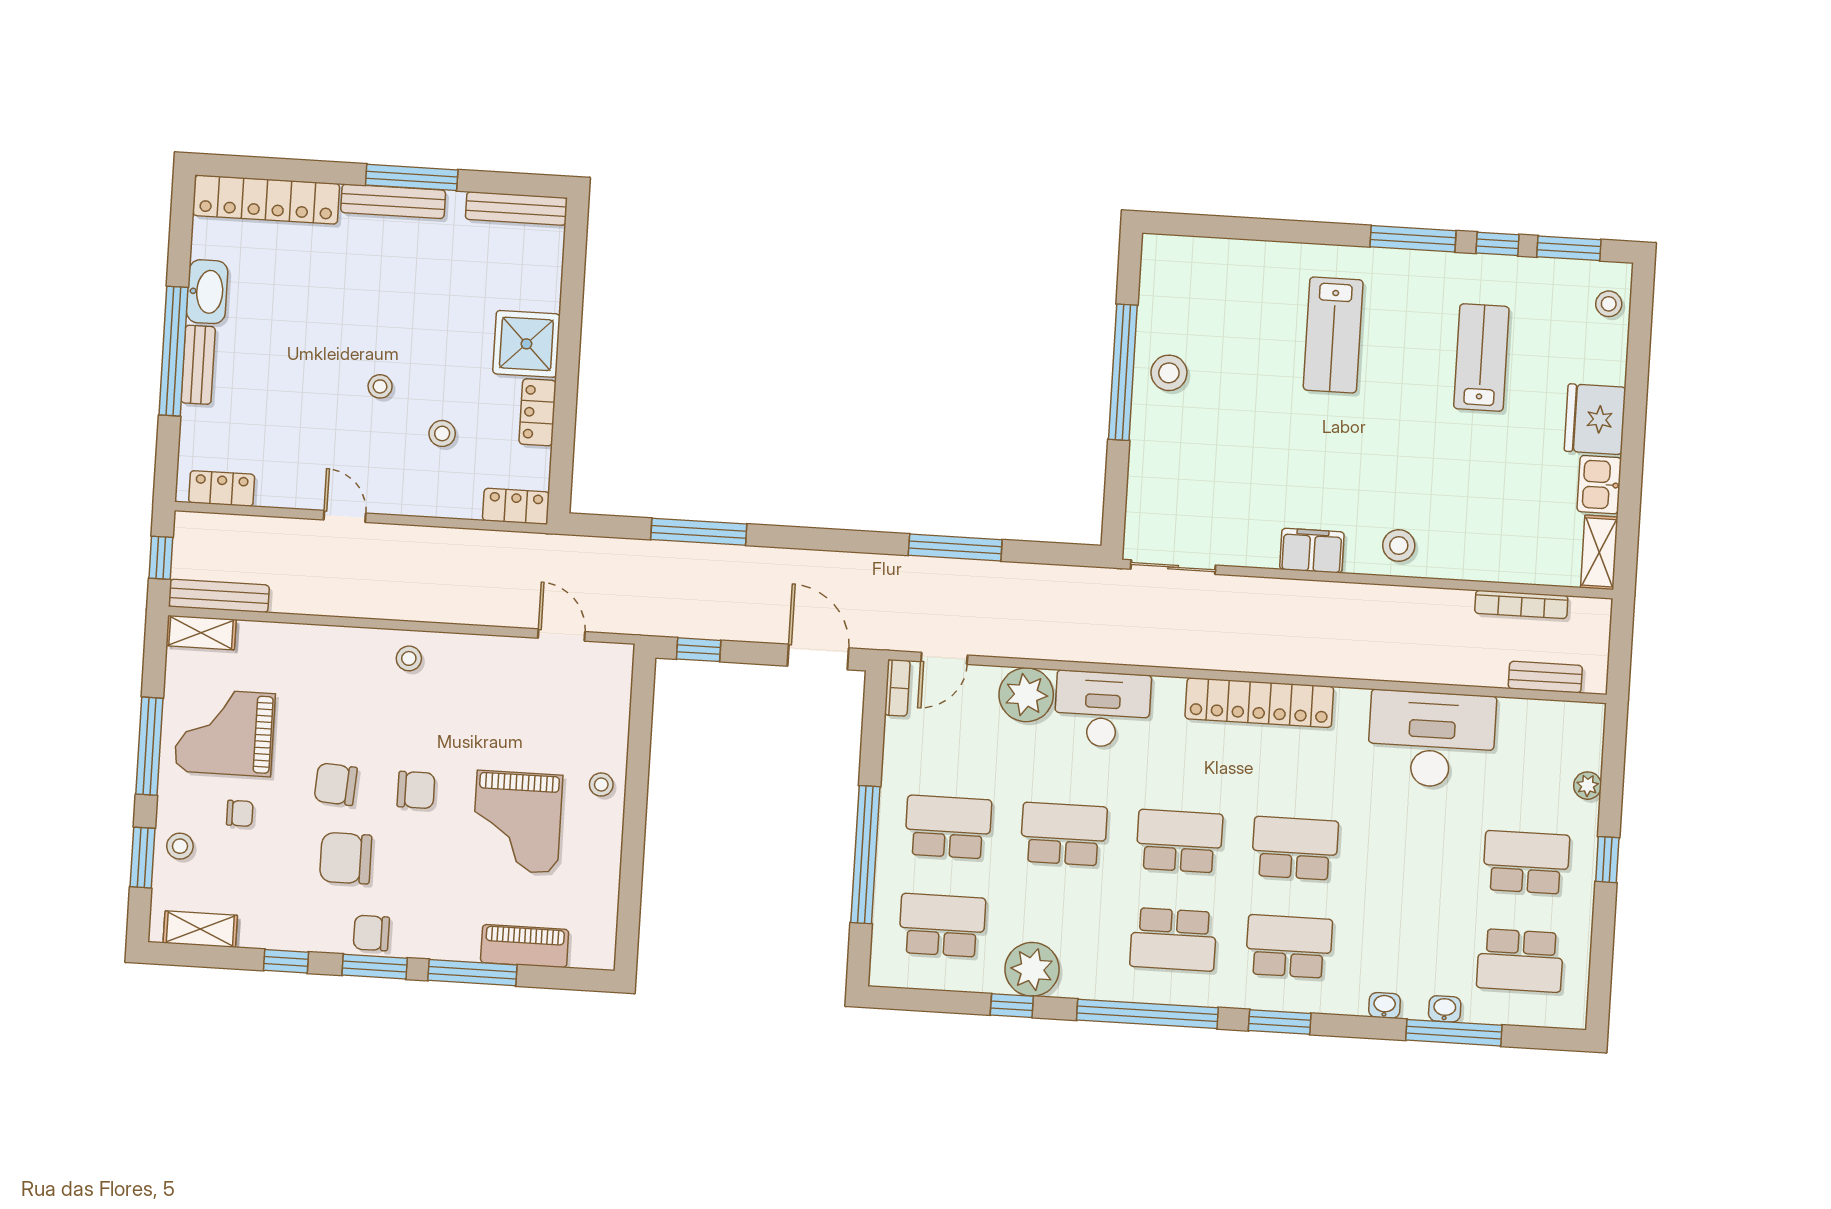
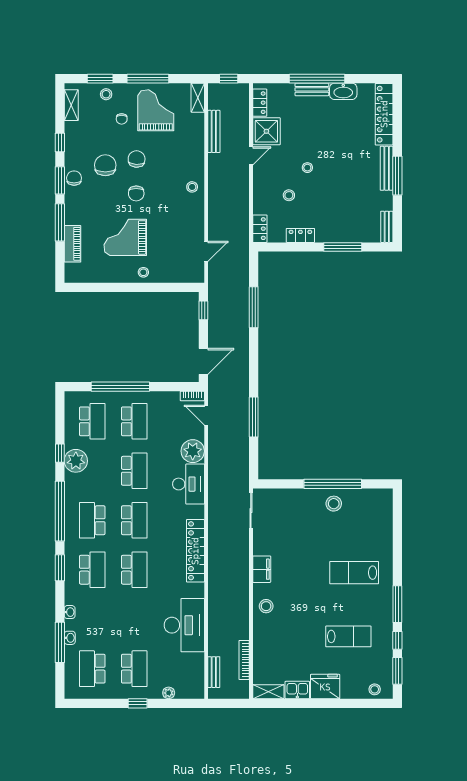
bench: (516, 208) -> (387, 227), width x0.73
window: (571, 315) -> (343, 247), added
shower: (526, 344) -> (266, 131), moved
bench: (219, 596) -> (214, 131), moved

